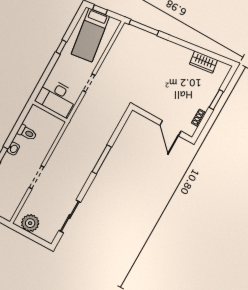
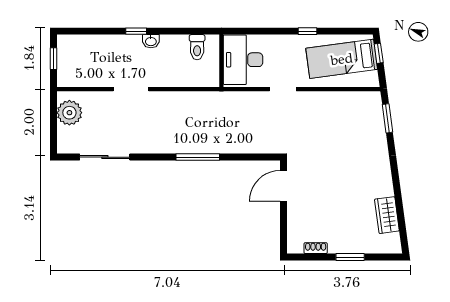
window: (144, 27) -> (387, 118), width x0.69
door: (170, 128) -> (283, 186), moved
toilet: (27, 133) -> (197, 47), moved

